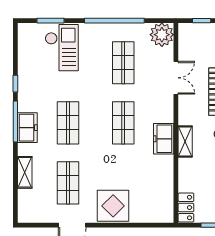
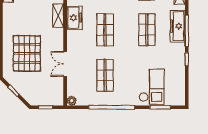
plant: (162, 35) -> (72, 101), width x0.53, depth x0.53
checkout: (62, 48) -> (152, 87), turned 180
freezer: (27, 128) -> (178, 26), width x1.40

